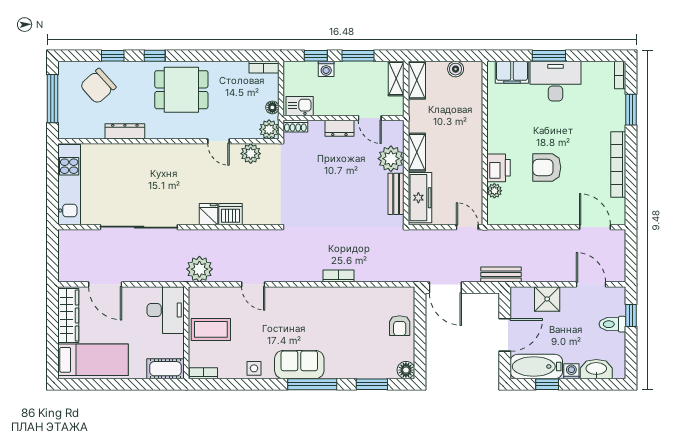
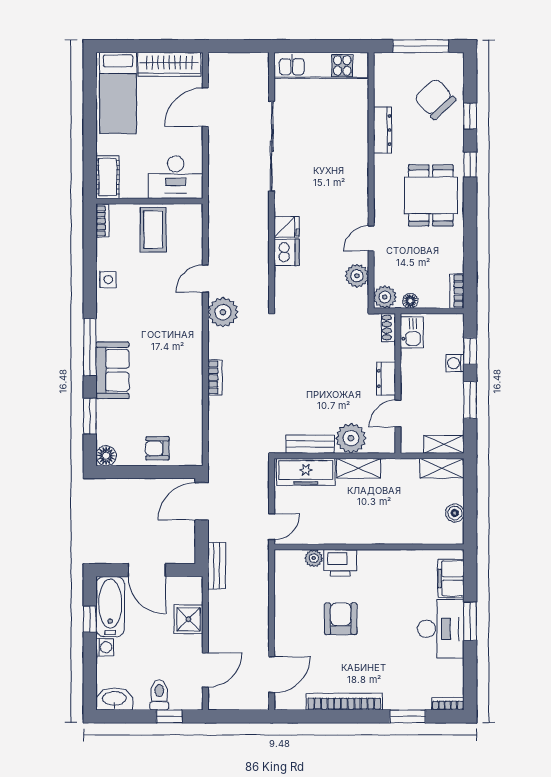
plant: (199, 269) -> (223, 312), moved
sofa: (299, 365) -> (112, 370), moved
washbasin: (596, 369) -> (114, 699), moved, turned -90

